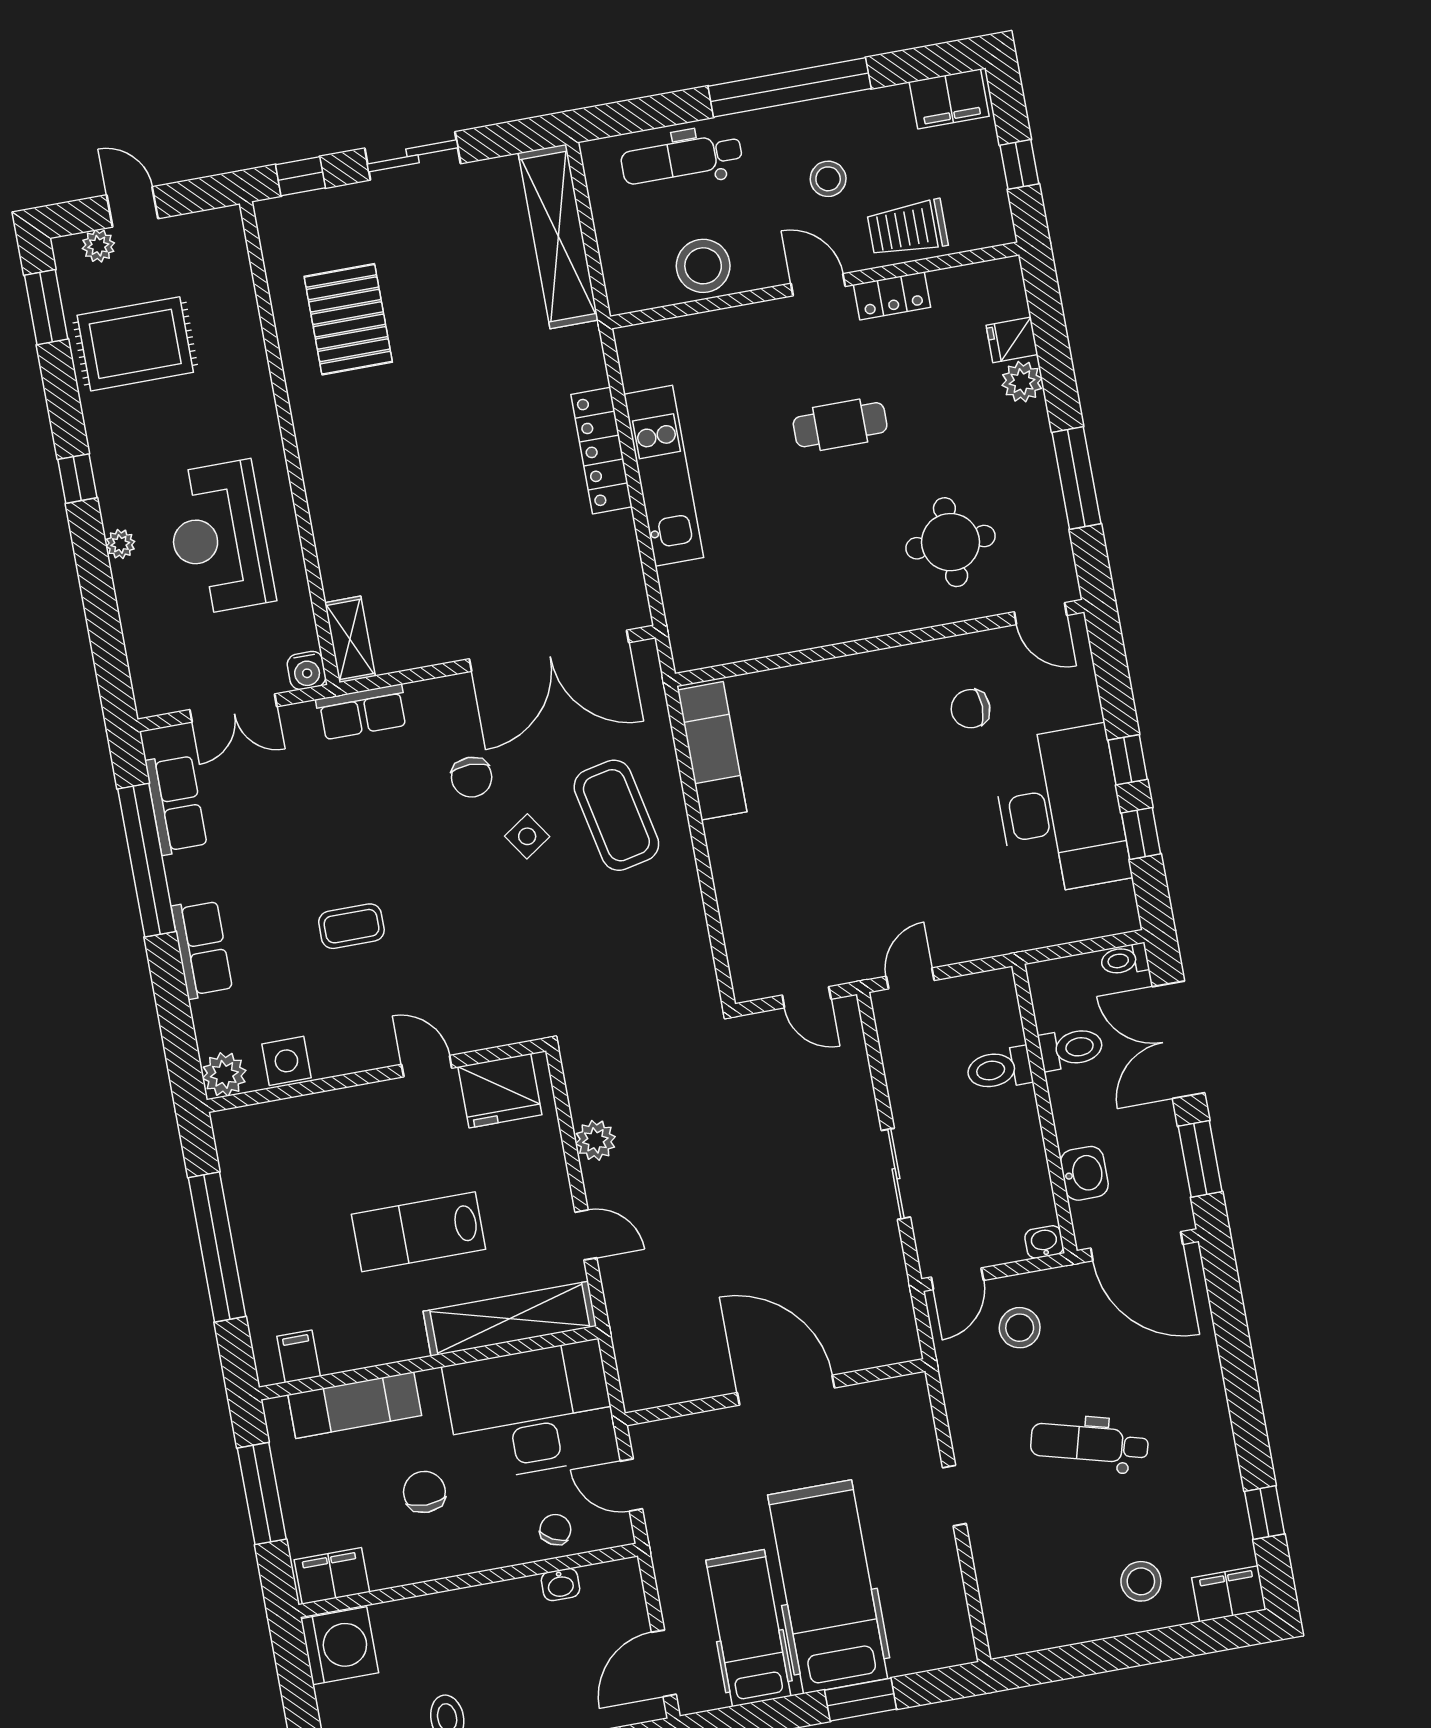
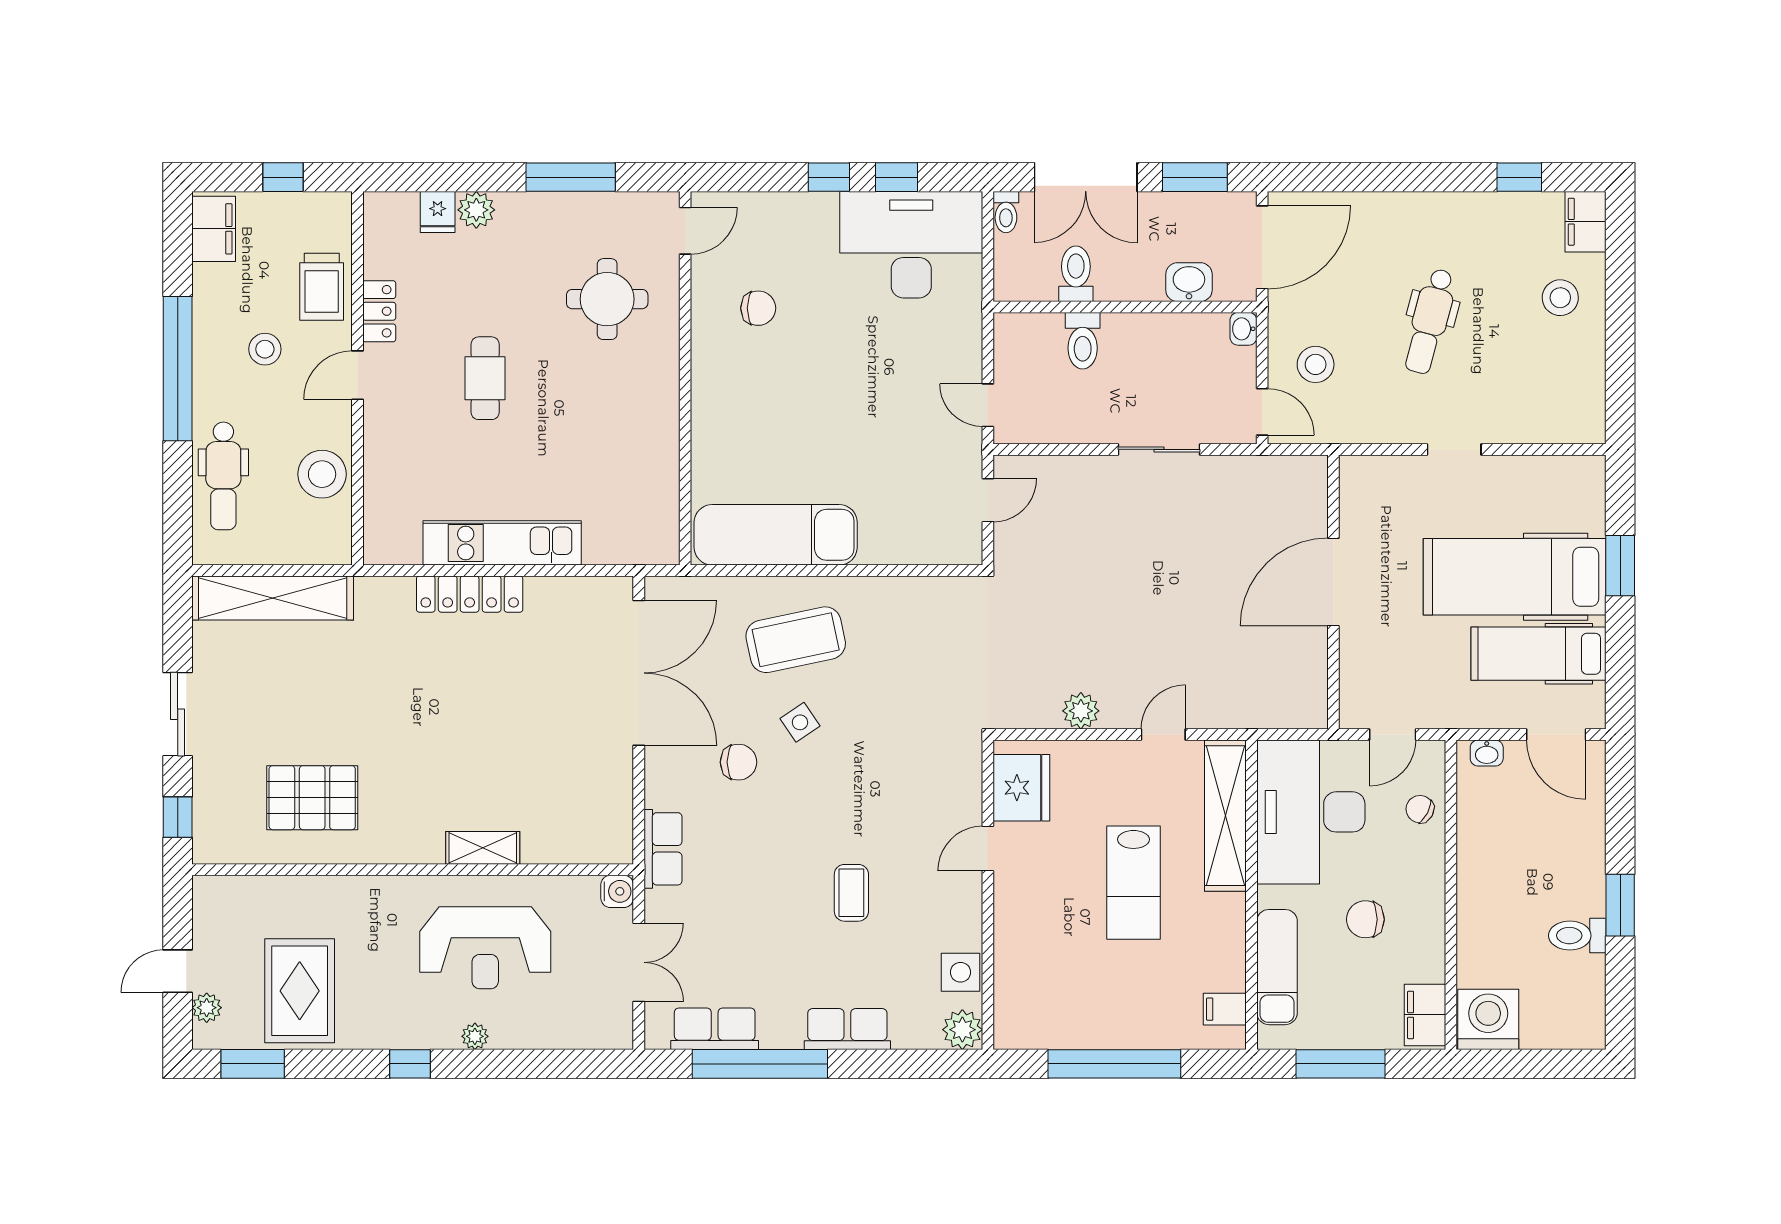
shelving: (350, 639) -> (483, 848), moved
chair: (971, 709) -> (758, 308), turned -90
exam couch: (712, 751) -> (776, 535), width x1.36, depth x1.45
desk: (1061, 811) -> (911, 245), moved
washbasin: (560, 1585) -> (1487, 753), moved, turned 90

